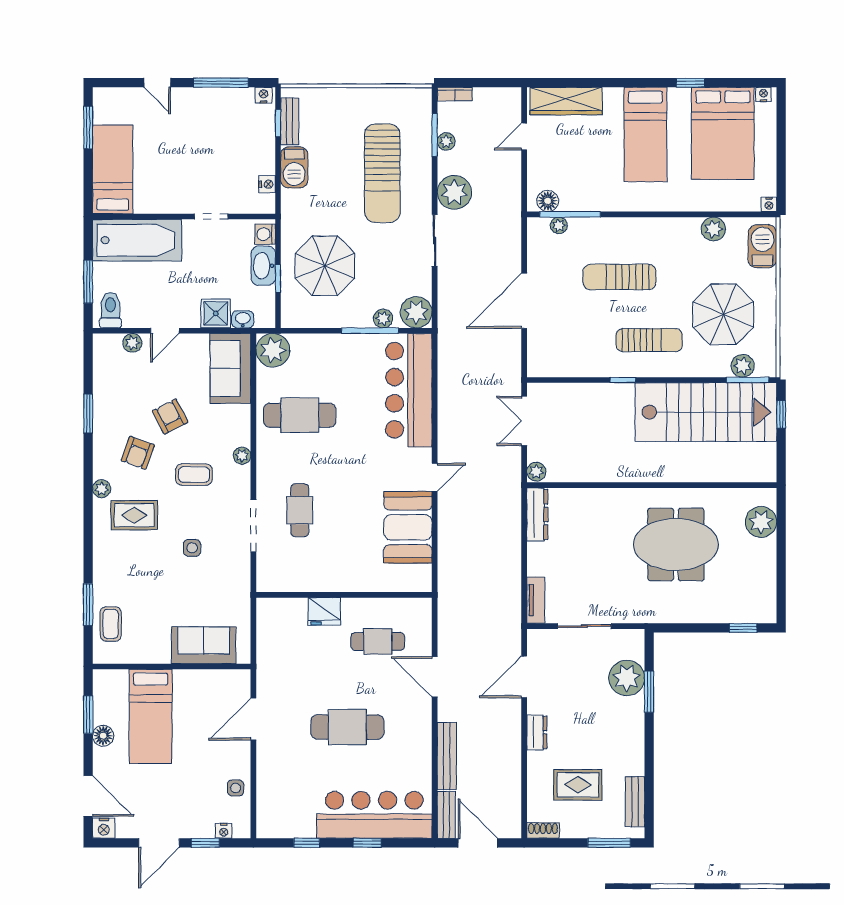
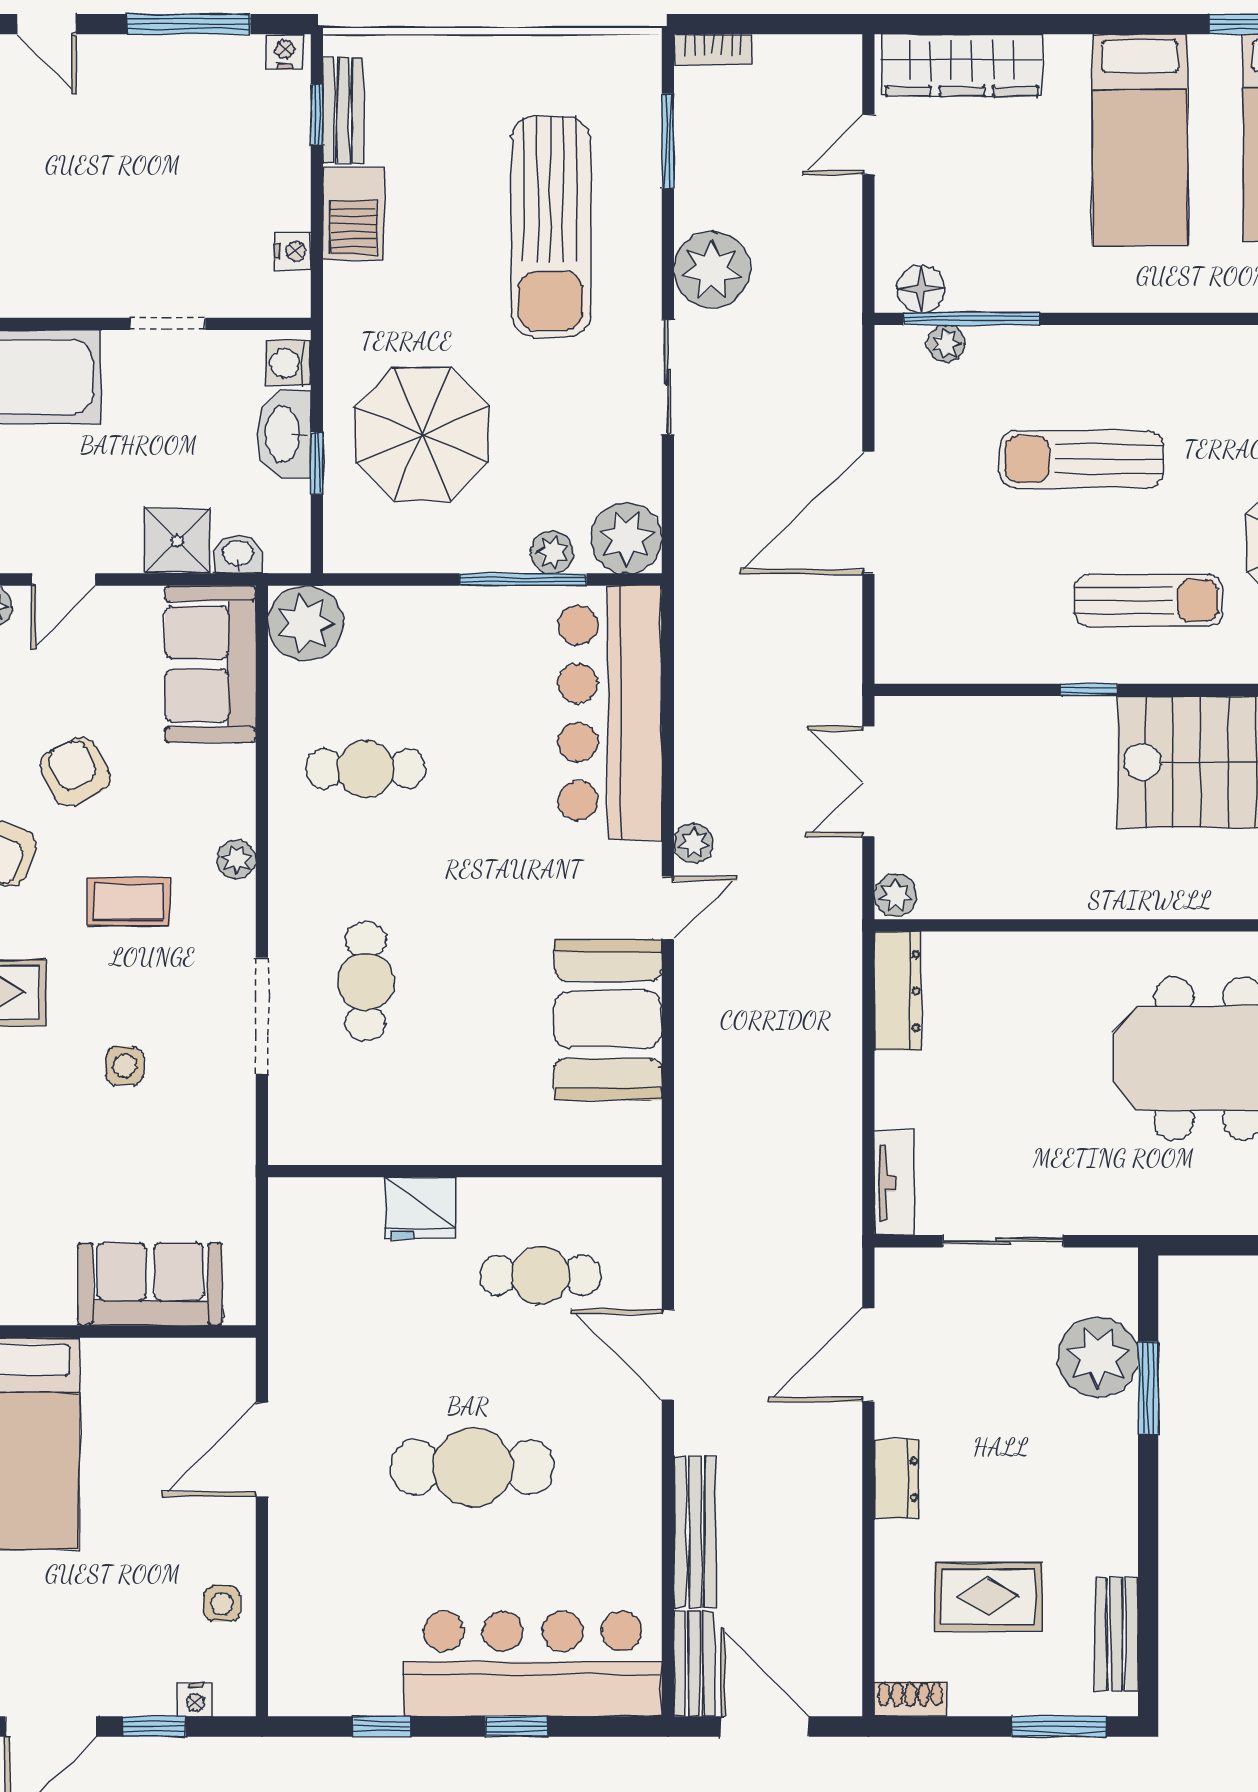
plant: (446, 142) -> (694, 843), moved
cafe table: (300, 415) -> (366, 769), width x0.73, depth x0.74

